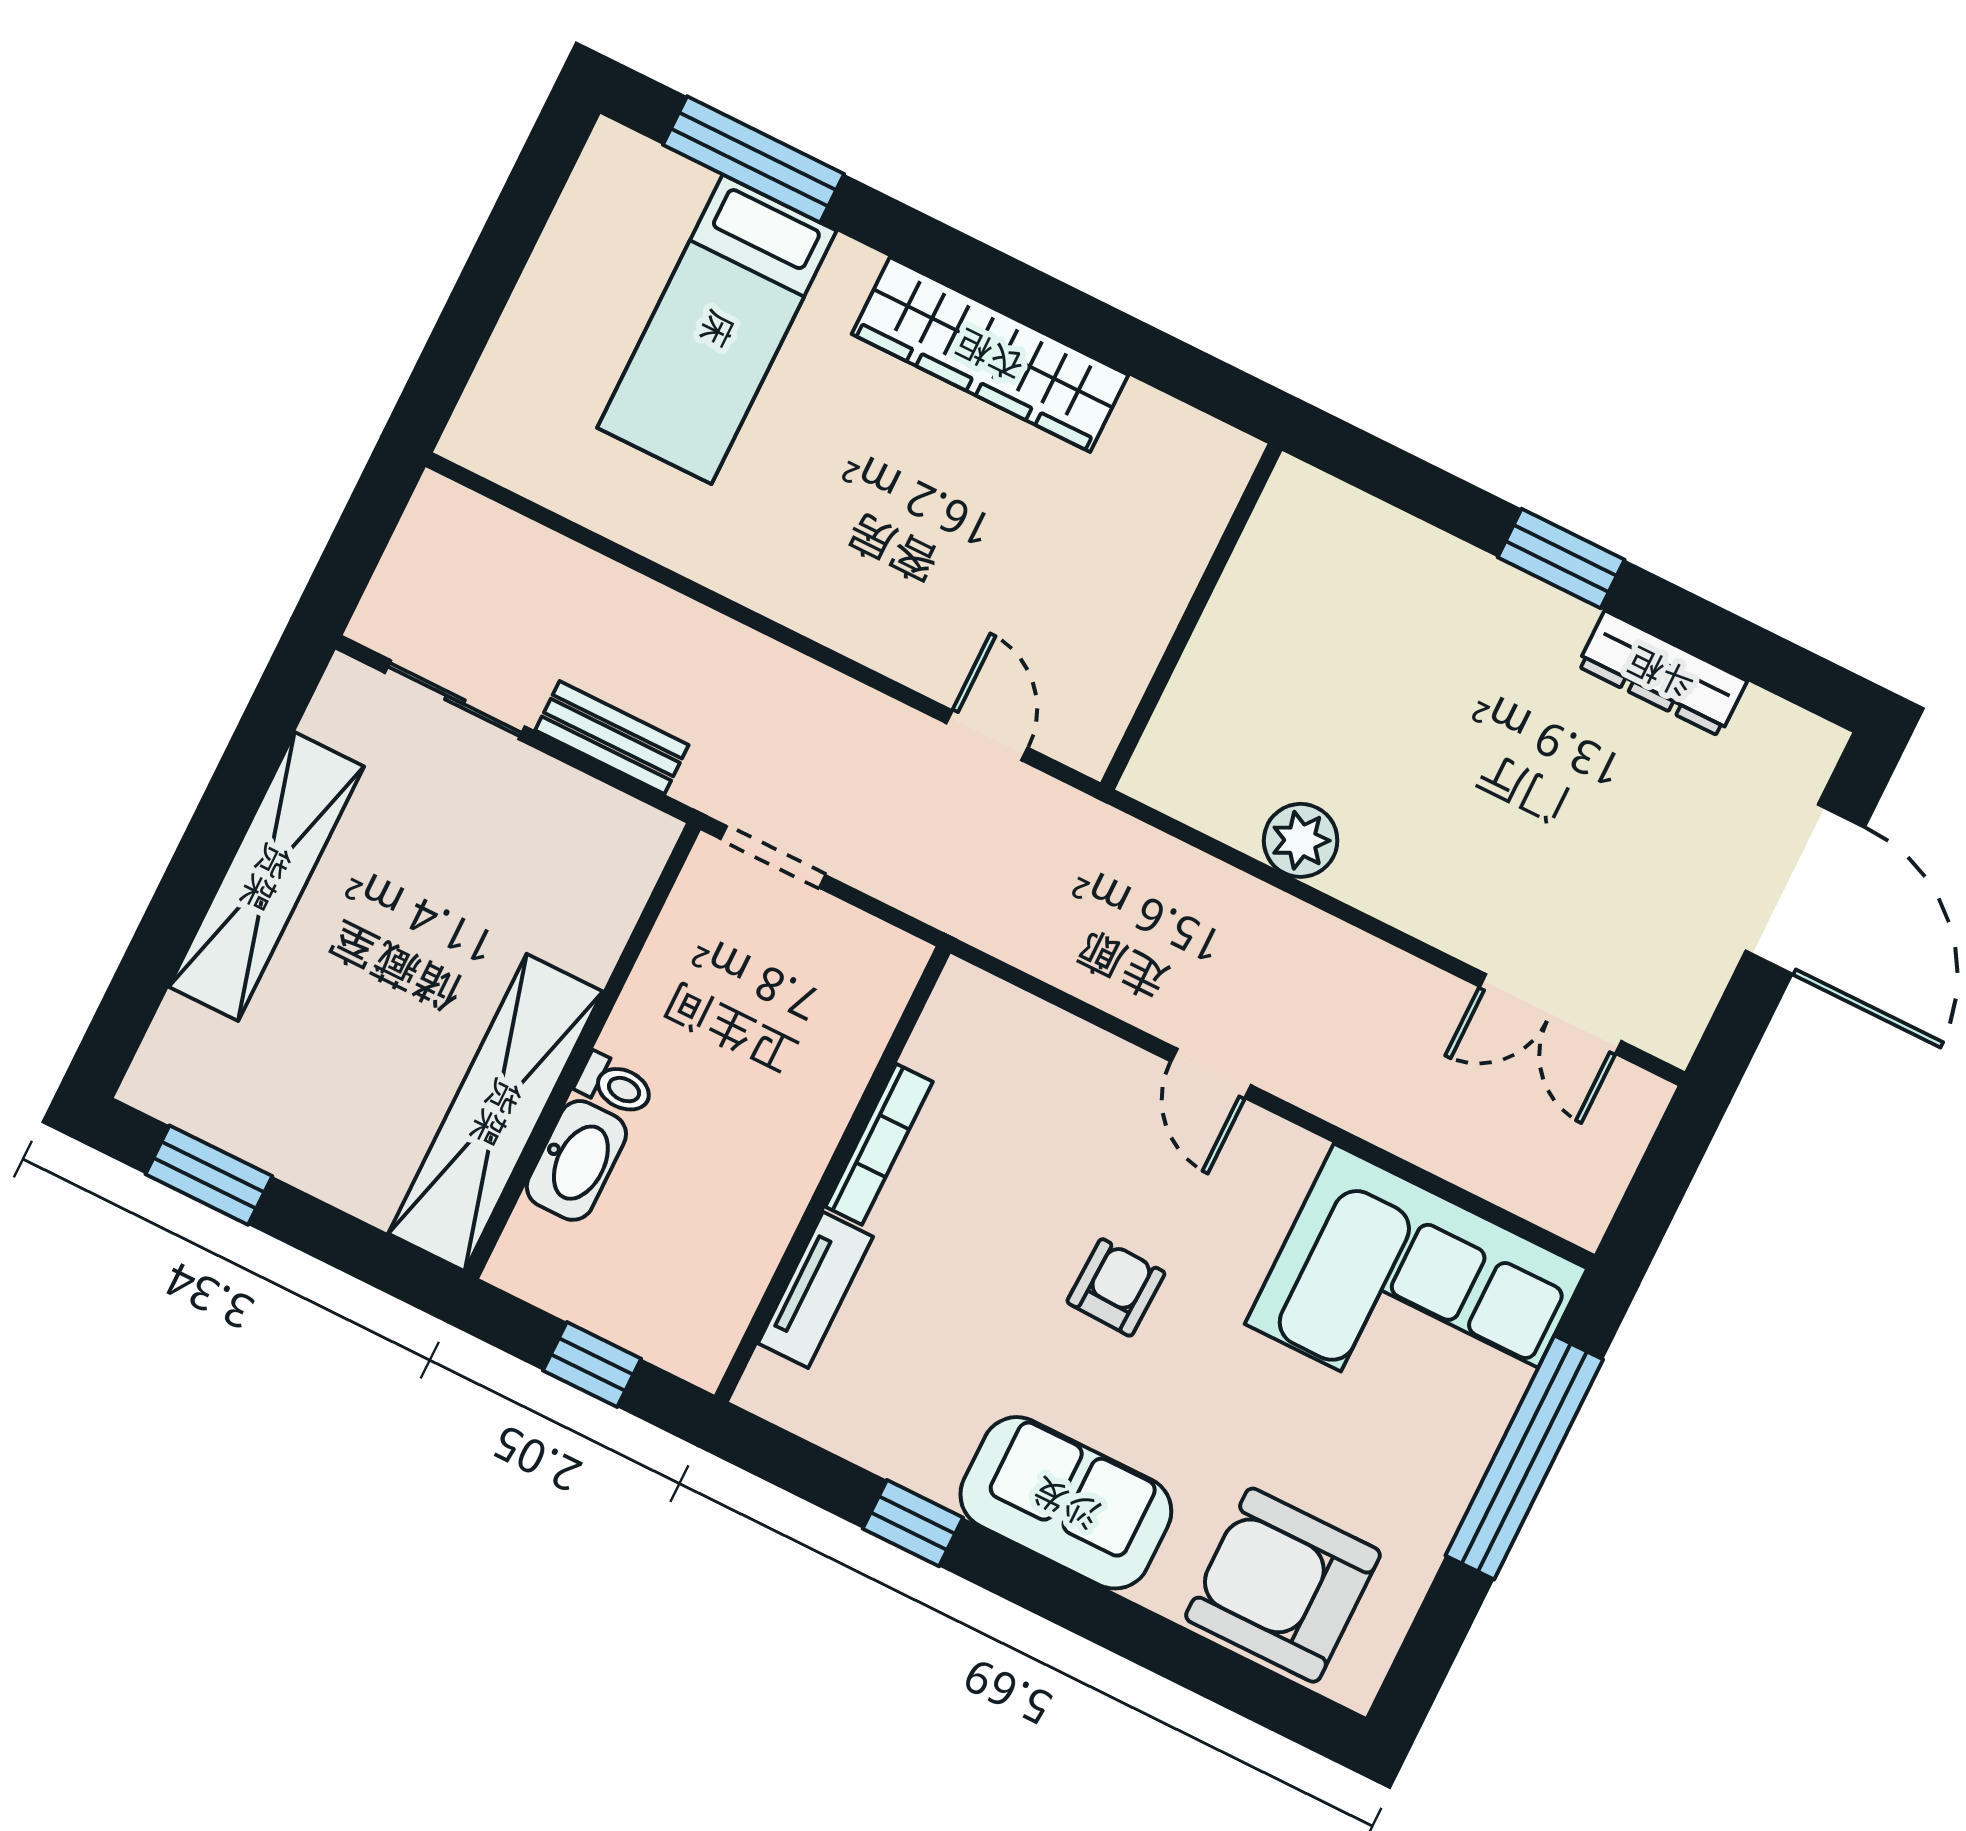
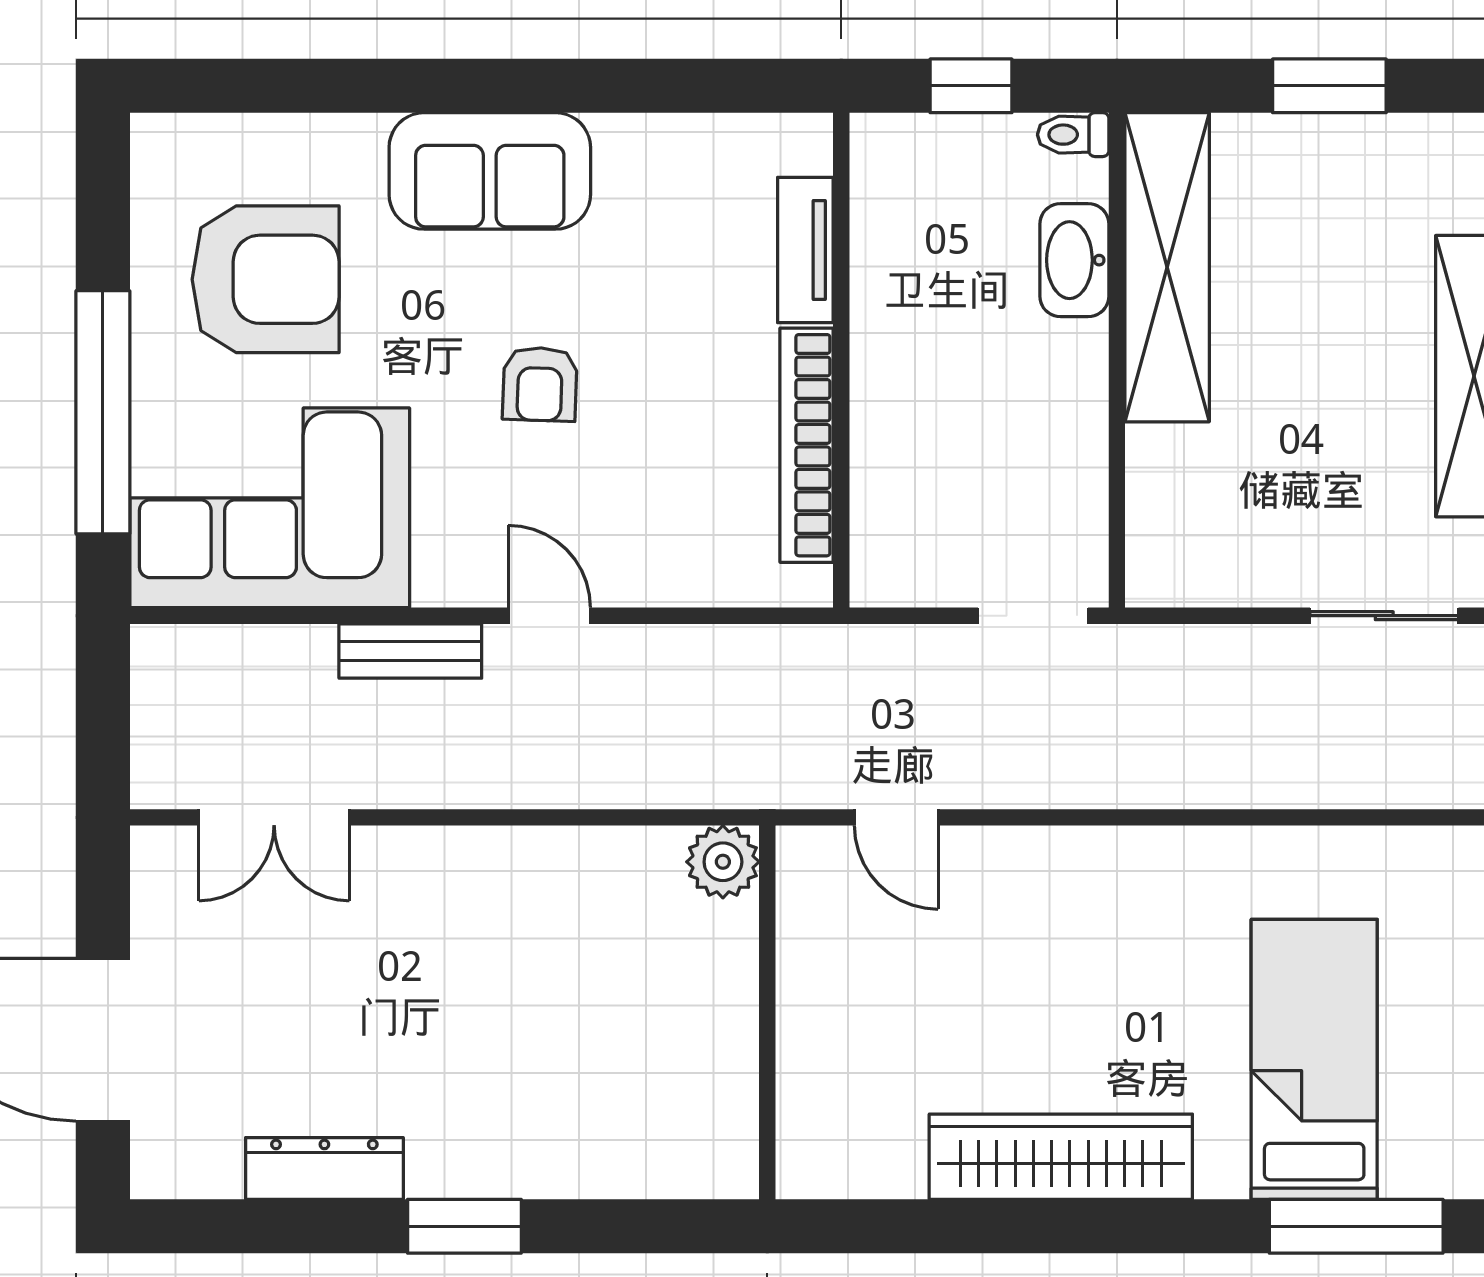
bench: (612, 738) -> (410, 651), moved
plant: (1301, 840) -> (723, 862), moved
double door: (1551, 1014) -> (274, 817), swing flipped
toilet: (615, 1085) -> (1073, 135), moved
bookcase: (879, 1144) -> (807, 445), width x1.48, depth x1.31
window: (209, 1175) -> (1329, 86), moved
window: (913, 1523) -> (617, 86), removed
armchair: (1283, 1585) -> (266, 279), moved

